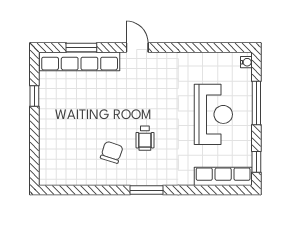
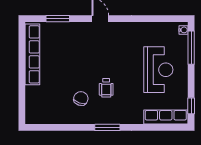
row of seats: (80, 61) -> (32, 54), moved, turned -90
window: (34, 96) -> (22, 56), removed
window: (256, 103) -> (191, 48), moved

